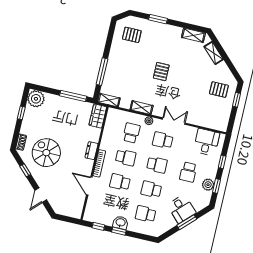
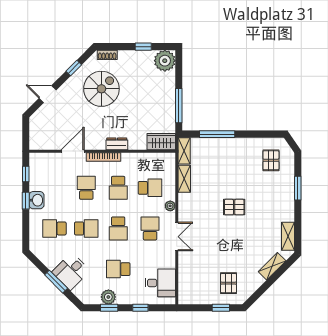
shelving: (142, 108) -> (184, 179), moved
school desk: (151, 189) -> (86, 228), turned 90
school desk: (146, 214) -> (54, 228), turned -90

